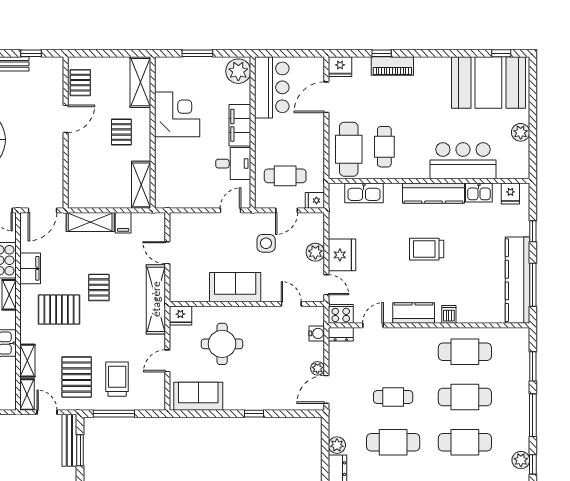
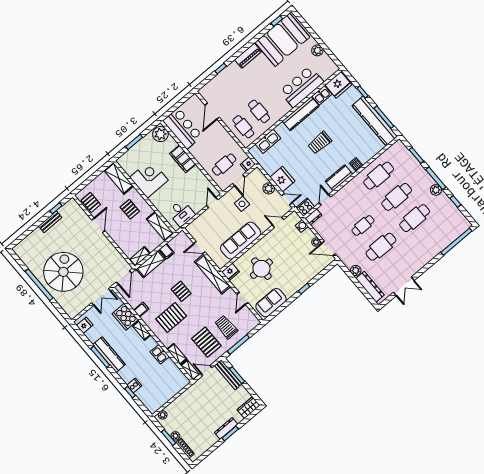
piano: (392, 66) -> (248, 56), moved
fridge: (340, 67) -> (206, 91), removed
cafe table: (349, 149) -> (243, 127), width x0.73, depth x0.74
desk: (233, 164) -> (181, 213), moved, turned 90
fridge: (510, 194) -> (338, 85), width x1.88, depth x1.34
shelving: (84, 201) -> (140, 257), added
filing cabinet: (30, 268) -> (141, 310), width x0.50
sofa: (235, 287) -> (241, 241), width x1.36
door: (326, 389) -> (329, 248), hinge flipped
plant: (521, 460) -> (436, 190), moved

